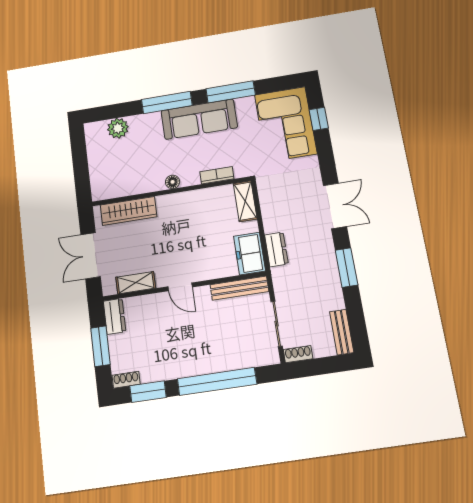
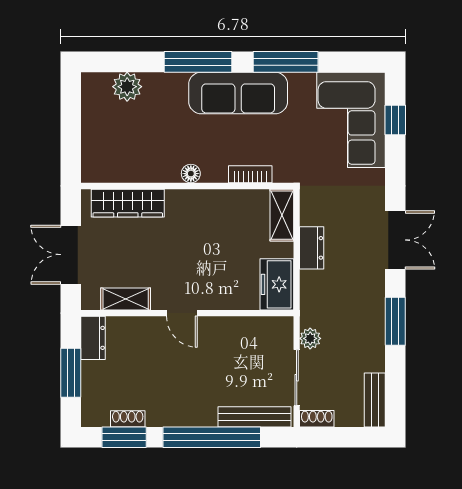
dresser: (276, 249) -> (312, 248), moved
bench: (239, 288) -> (254, 417), moved
plant: (282, 291) -> (310, 338), added
shoe rack: (126, 380) -> (128, 419), moved

